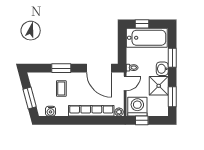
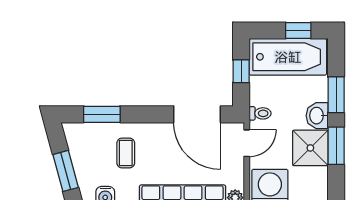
window: (142, 24) -> (298, 30), moved
window: (122, 45) -> (241, 71), added
window: (61, 68) -> (102, 114), moved
window: (172, 97) -> (336, 146), moved

